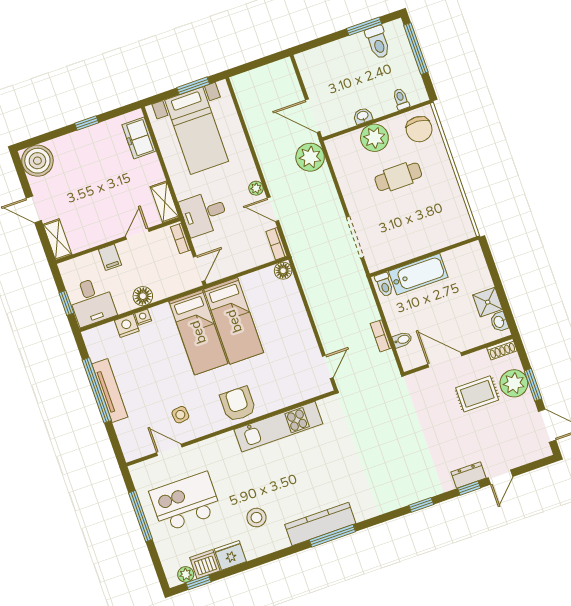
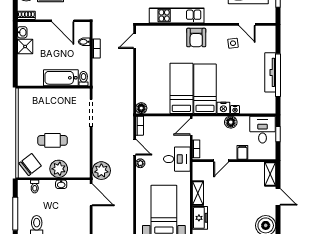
chair: (419, 129) -> (30, 165), turned 49
shelving: (165, 202) -> (198, 193), moved
nightstand: (127, 326) -> (223, 108), moved

